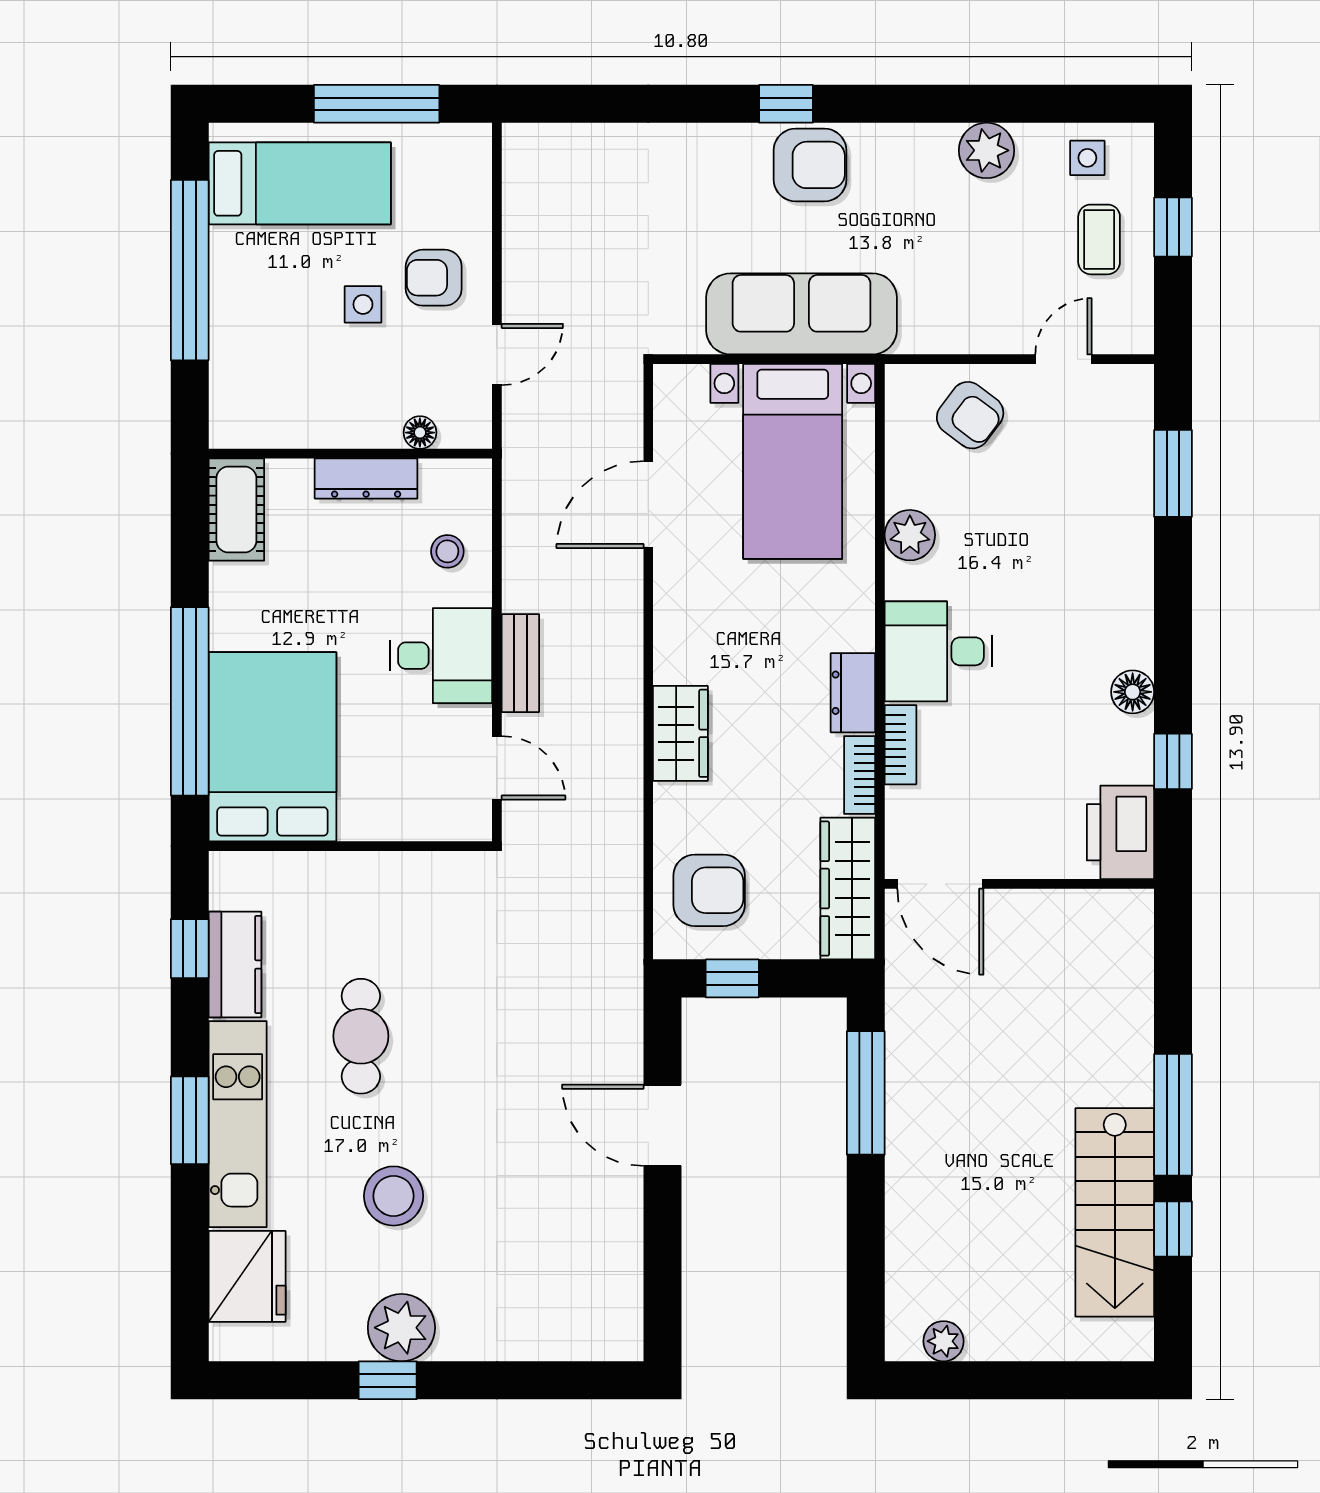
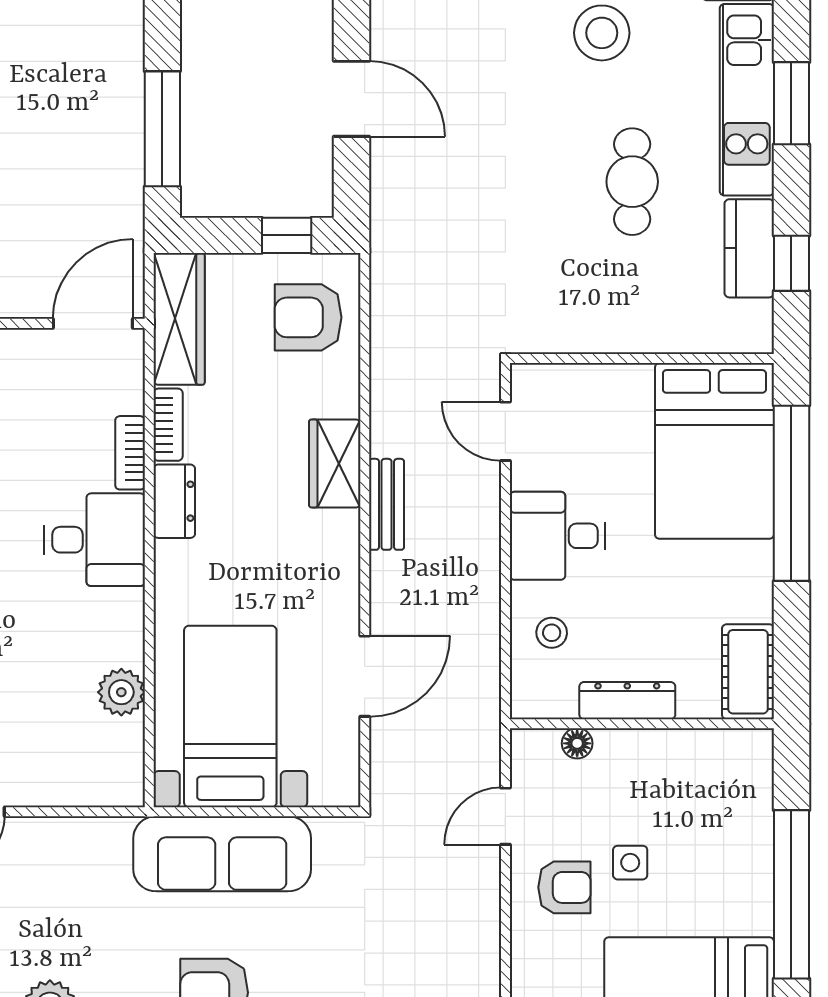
armchair: (970, 415) -> (65, 759), removed
plant: (910, 535) -> (121, 692), moved
bench: (520, 663) -> (387, 504), moved
door: (940, 884) -> (93, 323), hinge flipped

